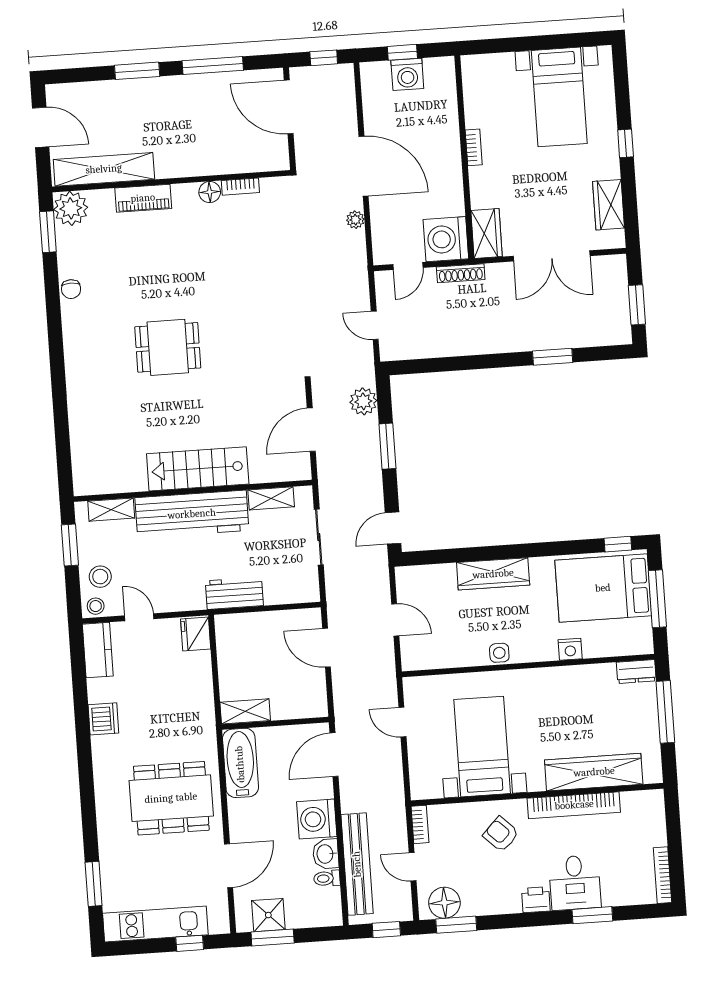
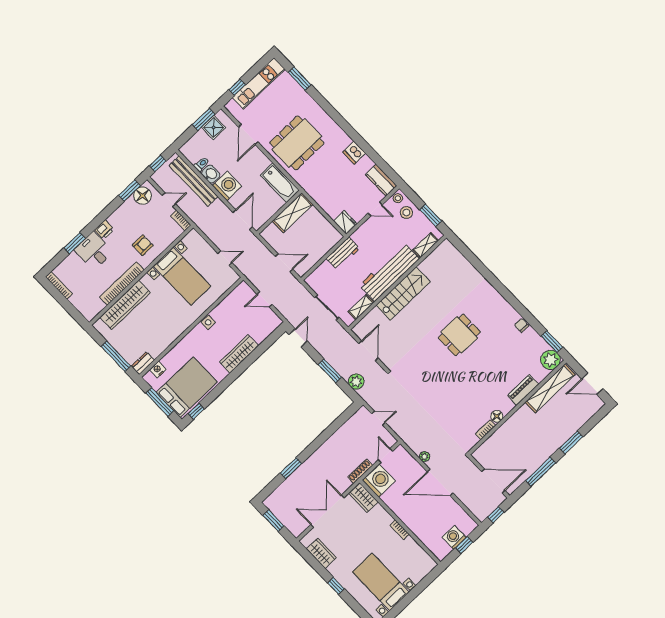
nightstand: (570, 649) -> (158, 370), moved
shelving: (245, 711) -> (293, 213), width x1.50, depth x1.33
armchair: (501, 834) -> (143, 245), turned -44

